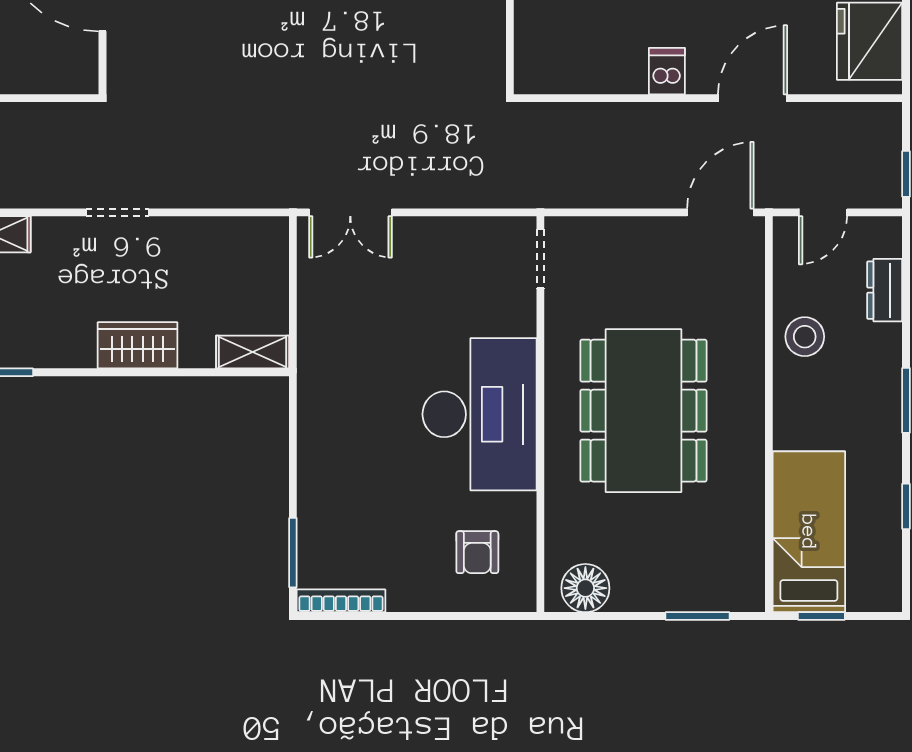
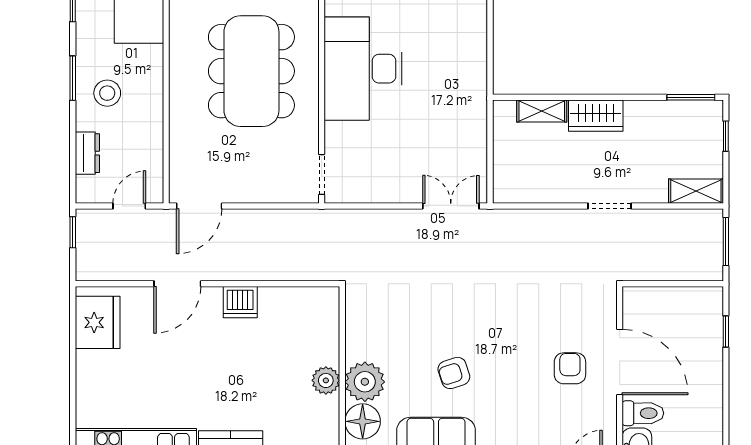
dishwasher: (667, 71) -> (240, 302), width x1.38
stool: (805, 337) -> (107, 93), moved
shelving: (253, 352) -> (542, 111), moved

